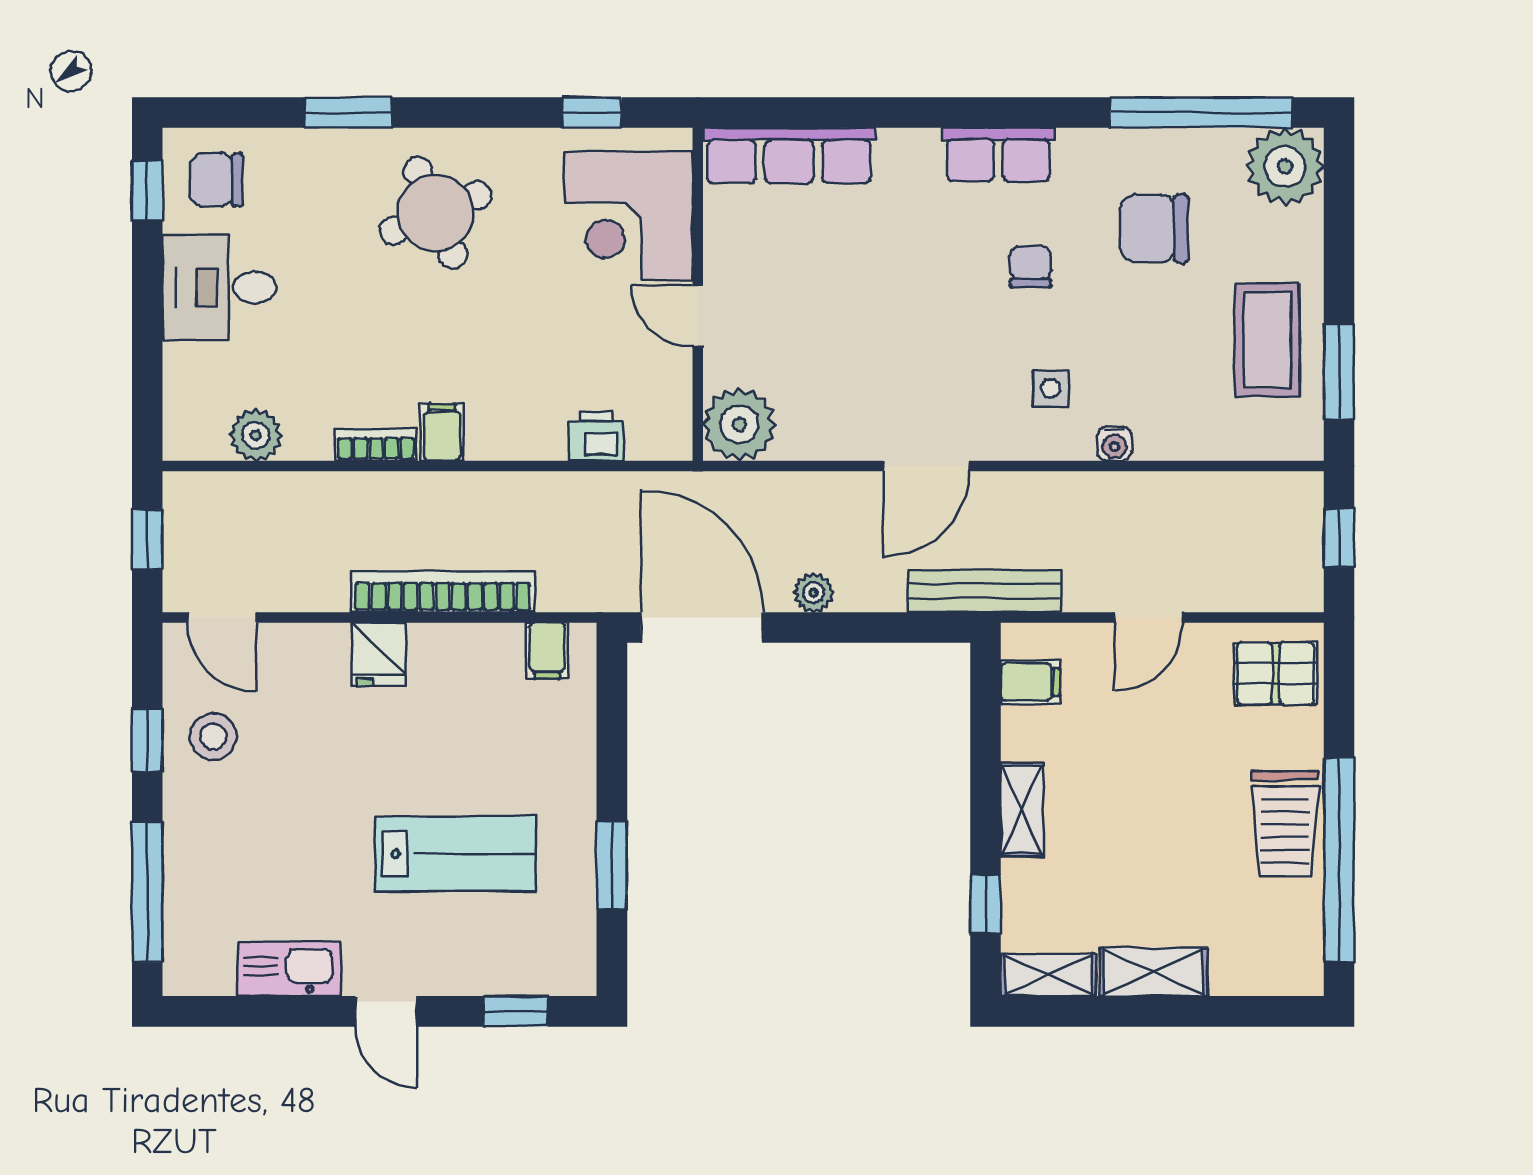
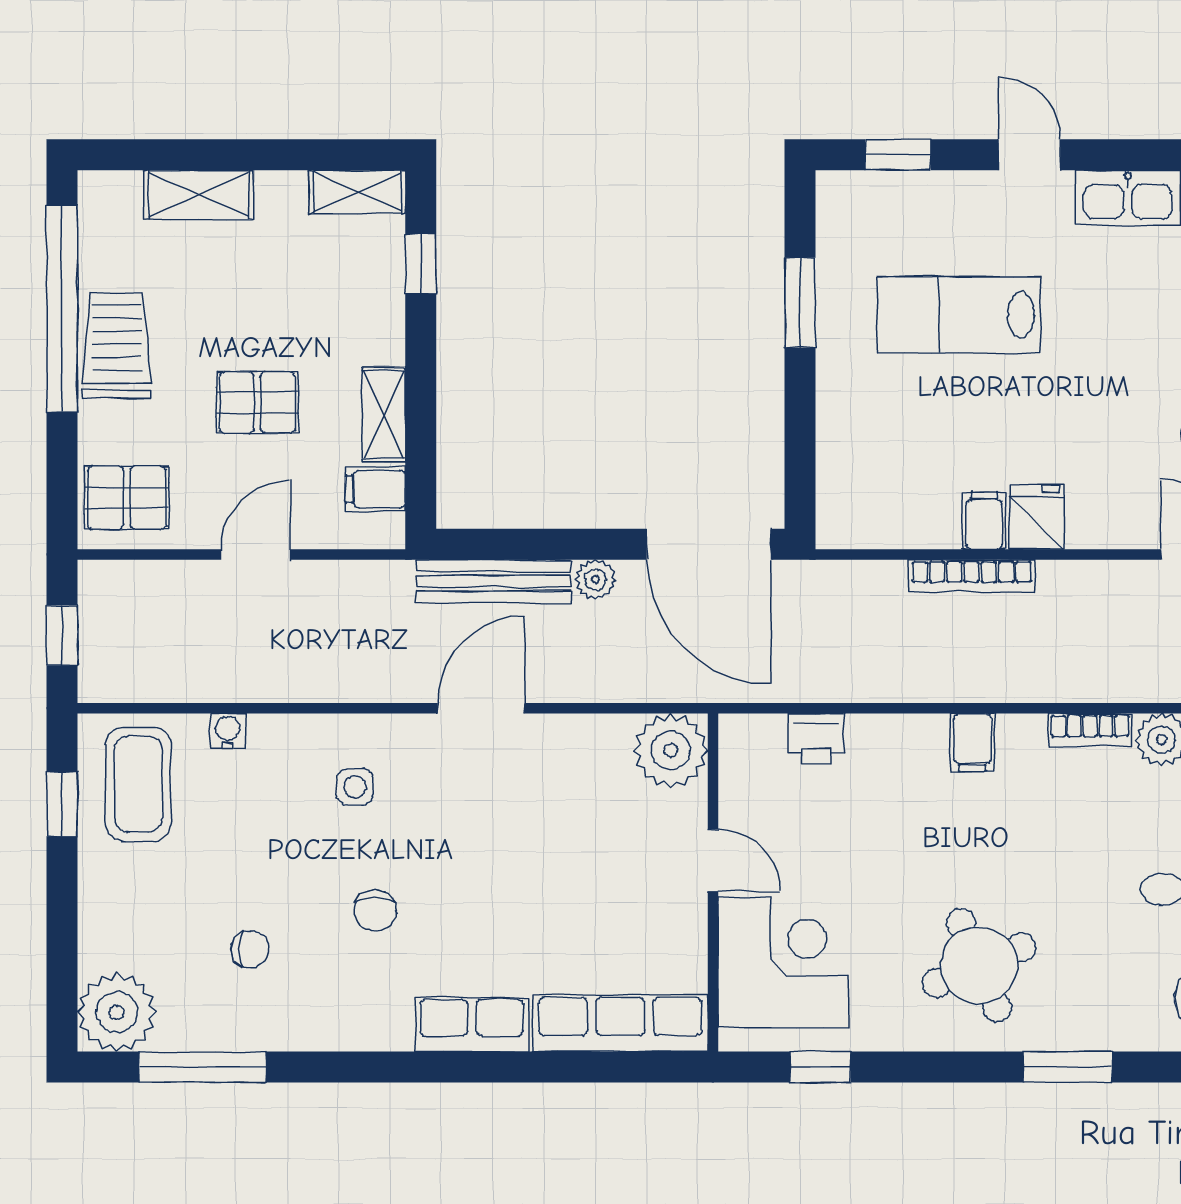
window: (1201, 112) -> (203, 1067), width x0.68
row of seats: (998, 154) -> (472, 1024), moved
chair: (1154, 228) -> (250, 949), width x0.54, depth x0.54
coffee table: (1267, 340) -> (138, 784), moved
window: (1339, 371) -> (62, 804), width x0.67
water cooler: (1115, 444) -> (228, 731), moved
bookcase: (376, 445) -> (1090, 730), moved
bench: (984, 591) -> (494, 581), moved
bookcase: (443, 592) -> (972, 576), width x0.68, depth x0.76
filing cabinet: (547, 651) -> (984, 521), moved
pallet: (1147, 767) -> (257, 402), added
shelving: (1022, 810) -> (384, 415), moved
shelving: (1153, 972) -> (199, 195), moved

